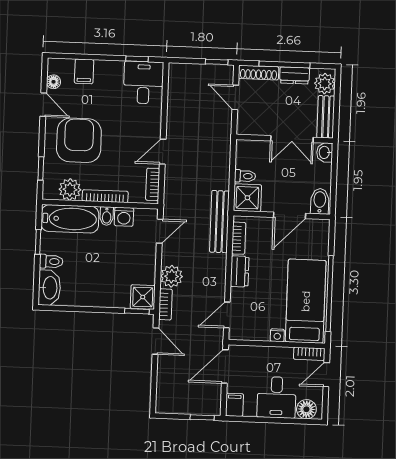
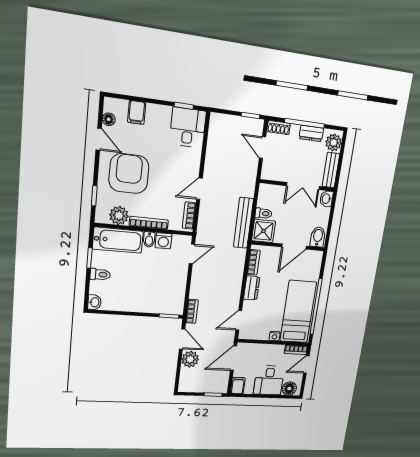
shoe rack: (259, 73) -> (279, 128), width x0.70
bench: (219, 222) -> (243, 223), moved
plant: (171, 276) -> (190, 359), moved
washbasin: (49, 288) -> (94, 302), width x0.52, depth x0.69
shower: (143, 297) -> (174, 305), removed

